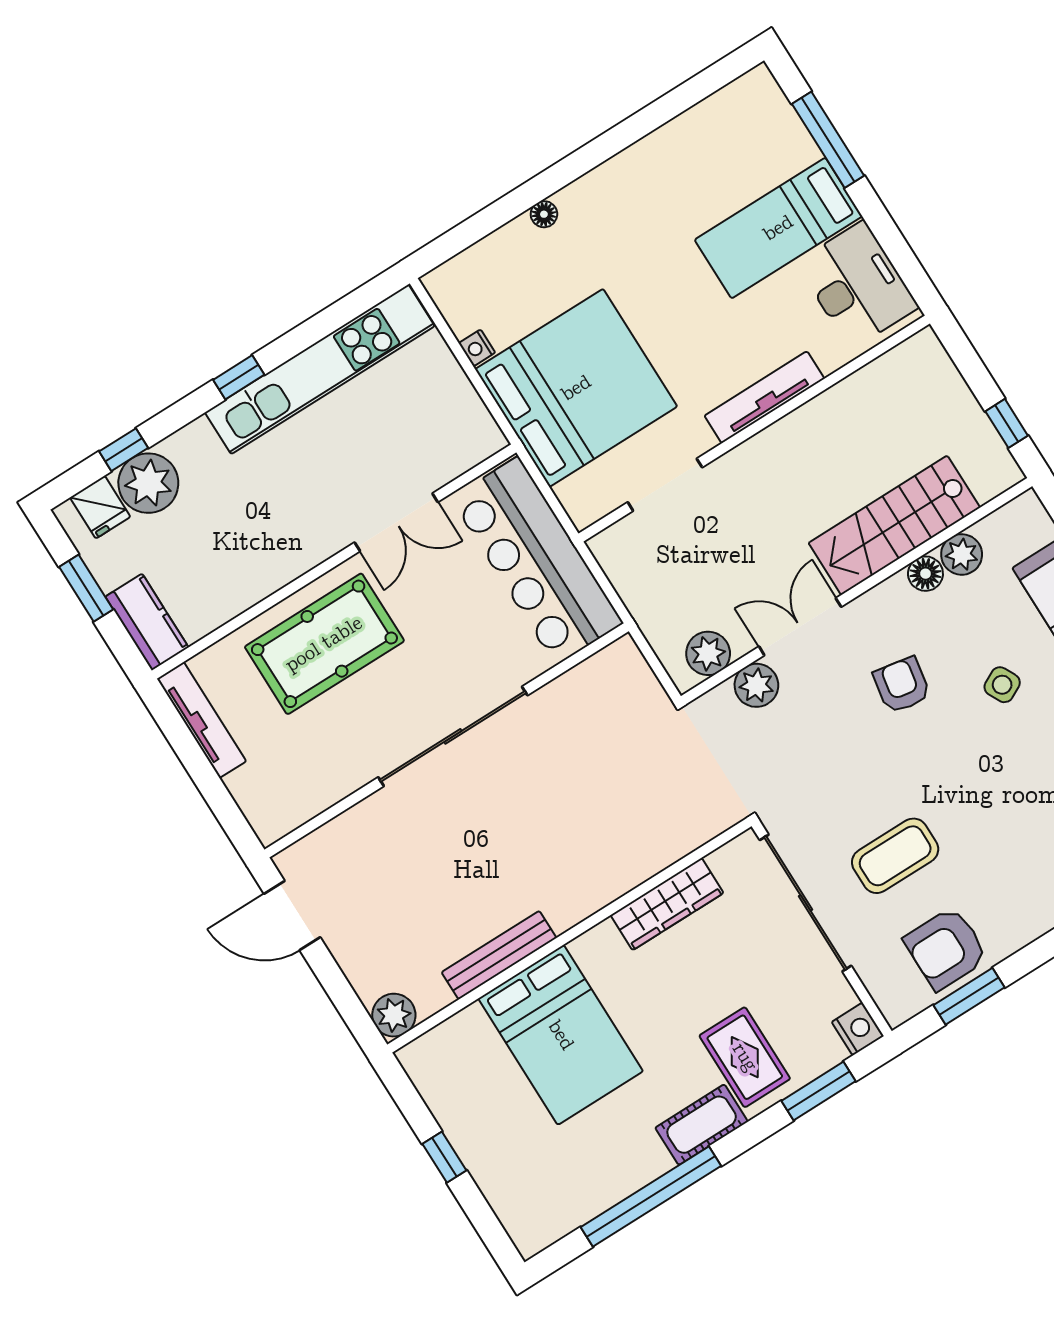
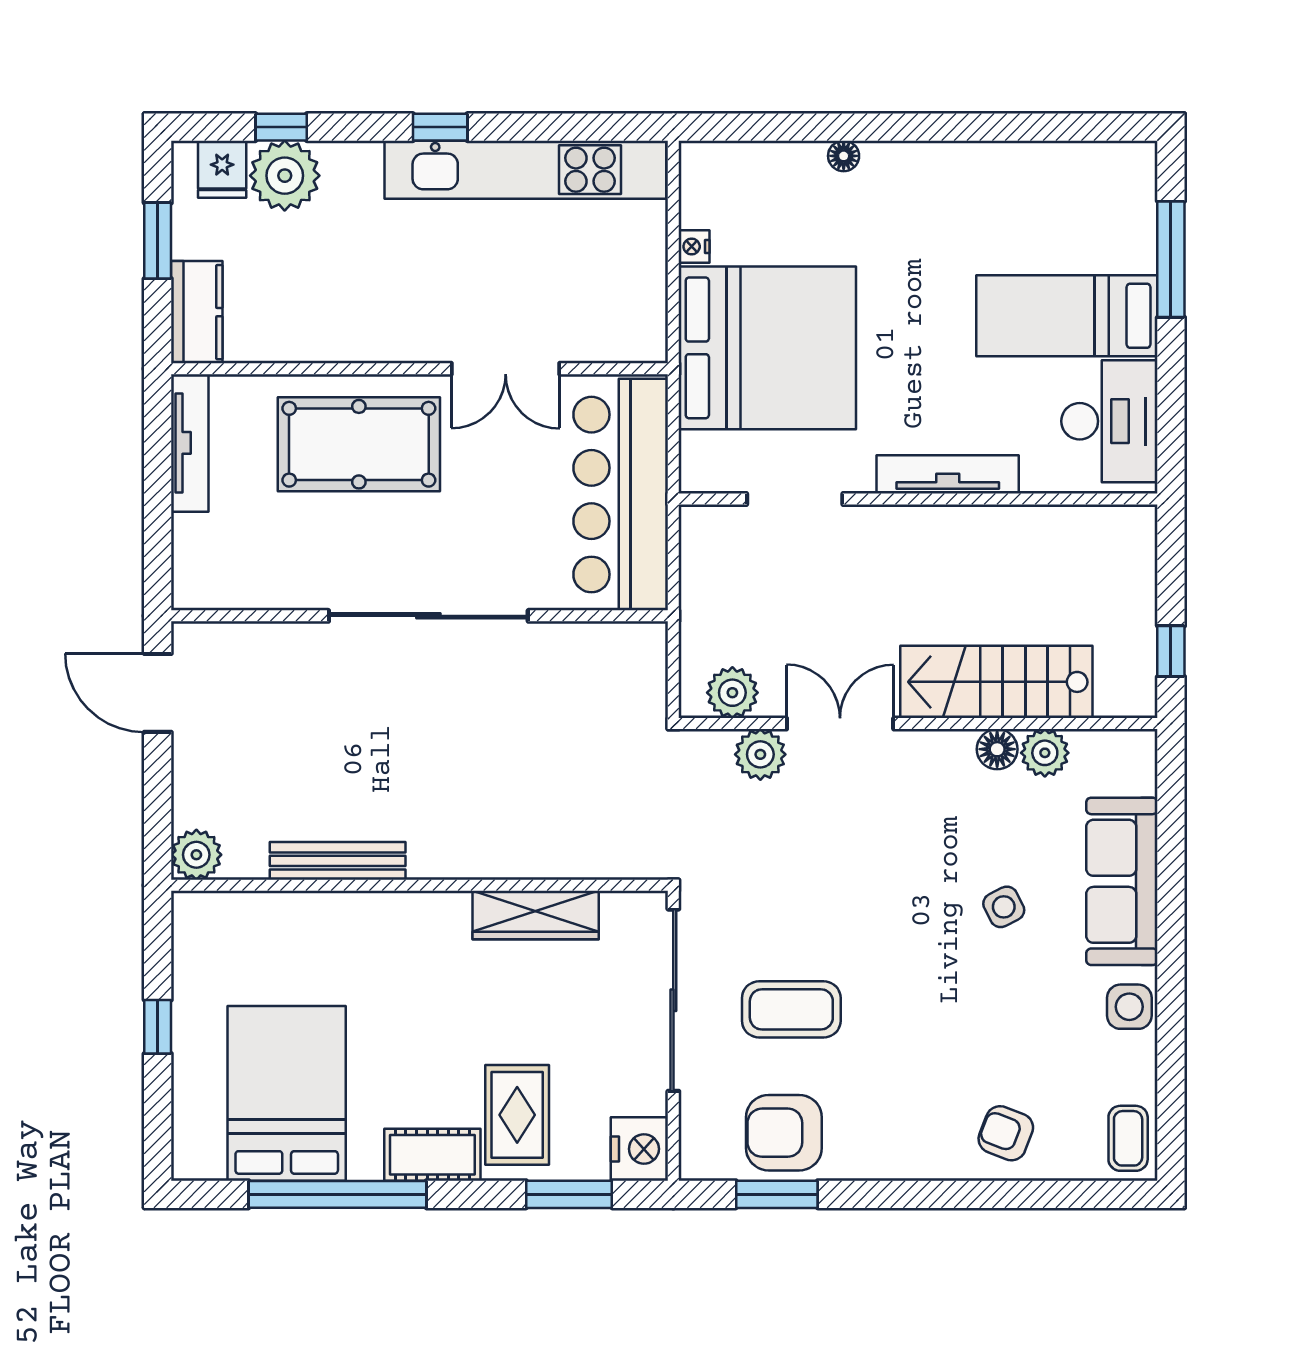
armchair: (902, 685) -> (904, 845), removed
nightstand: (858, 1029) -> (639, 1149), width x1.36, depth x1.33
bed: (561, 1035) -> (287, 1093), moved, turned 180

